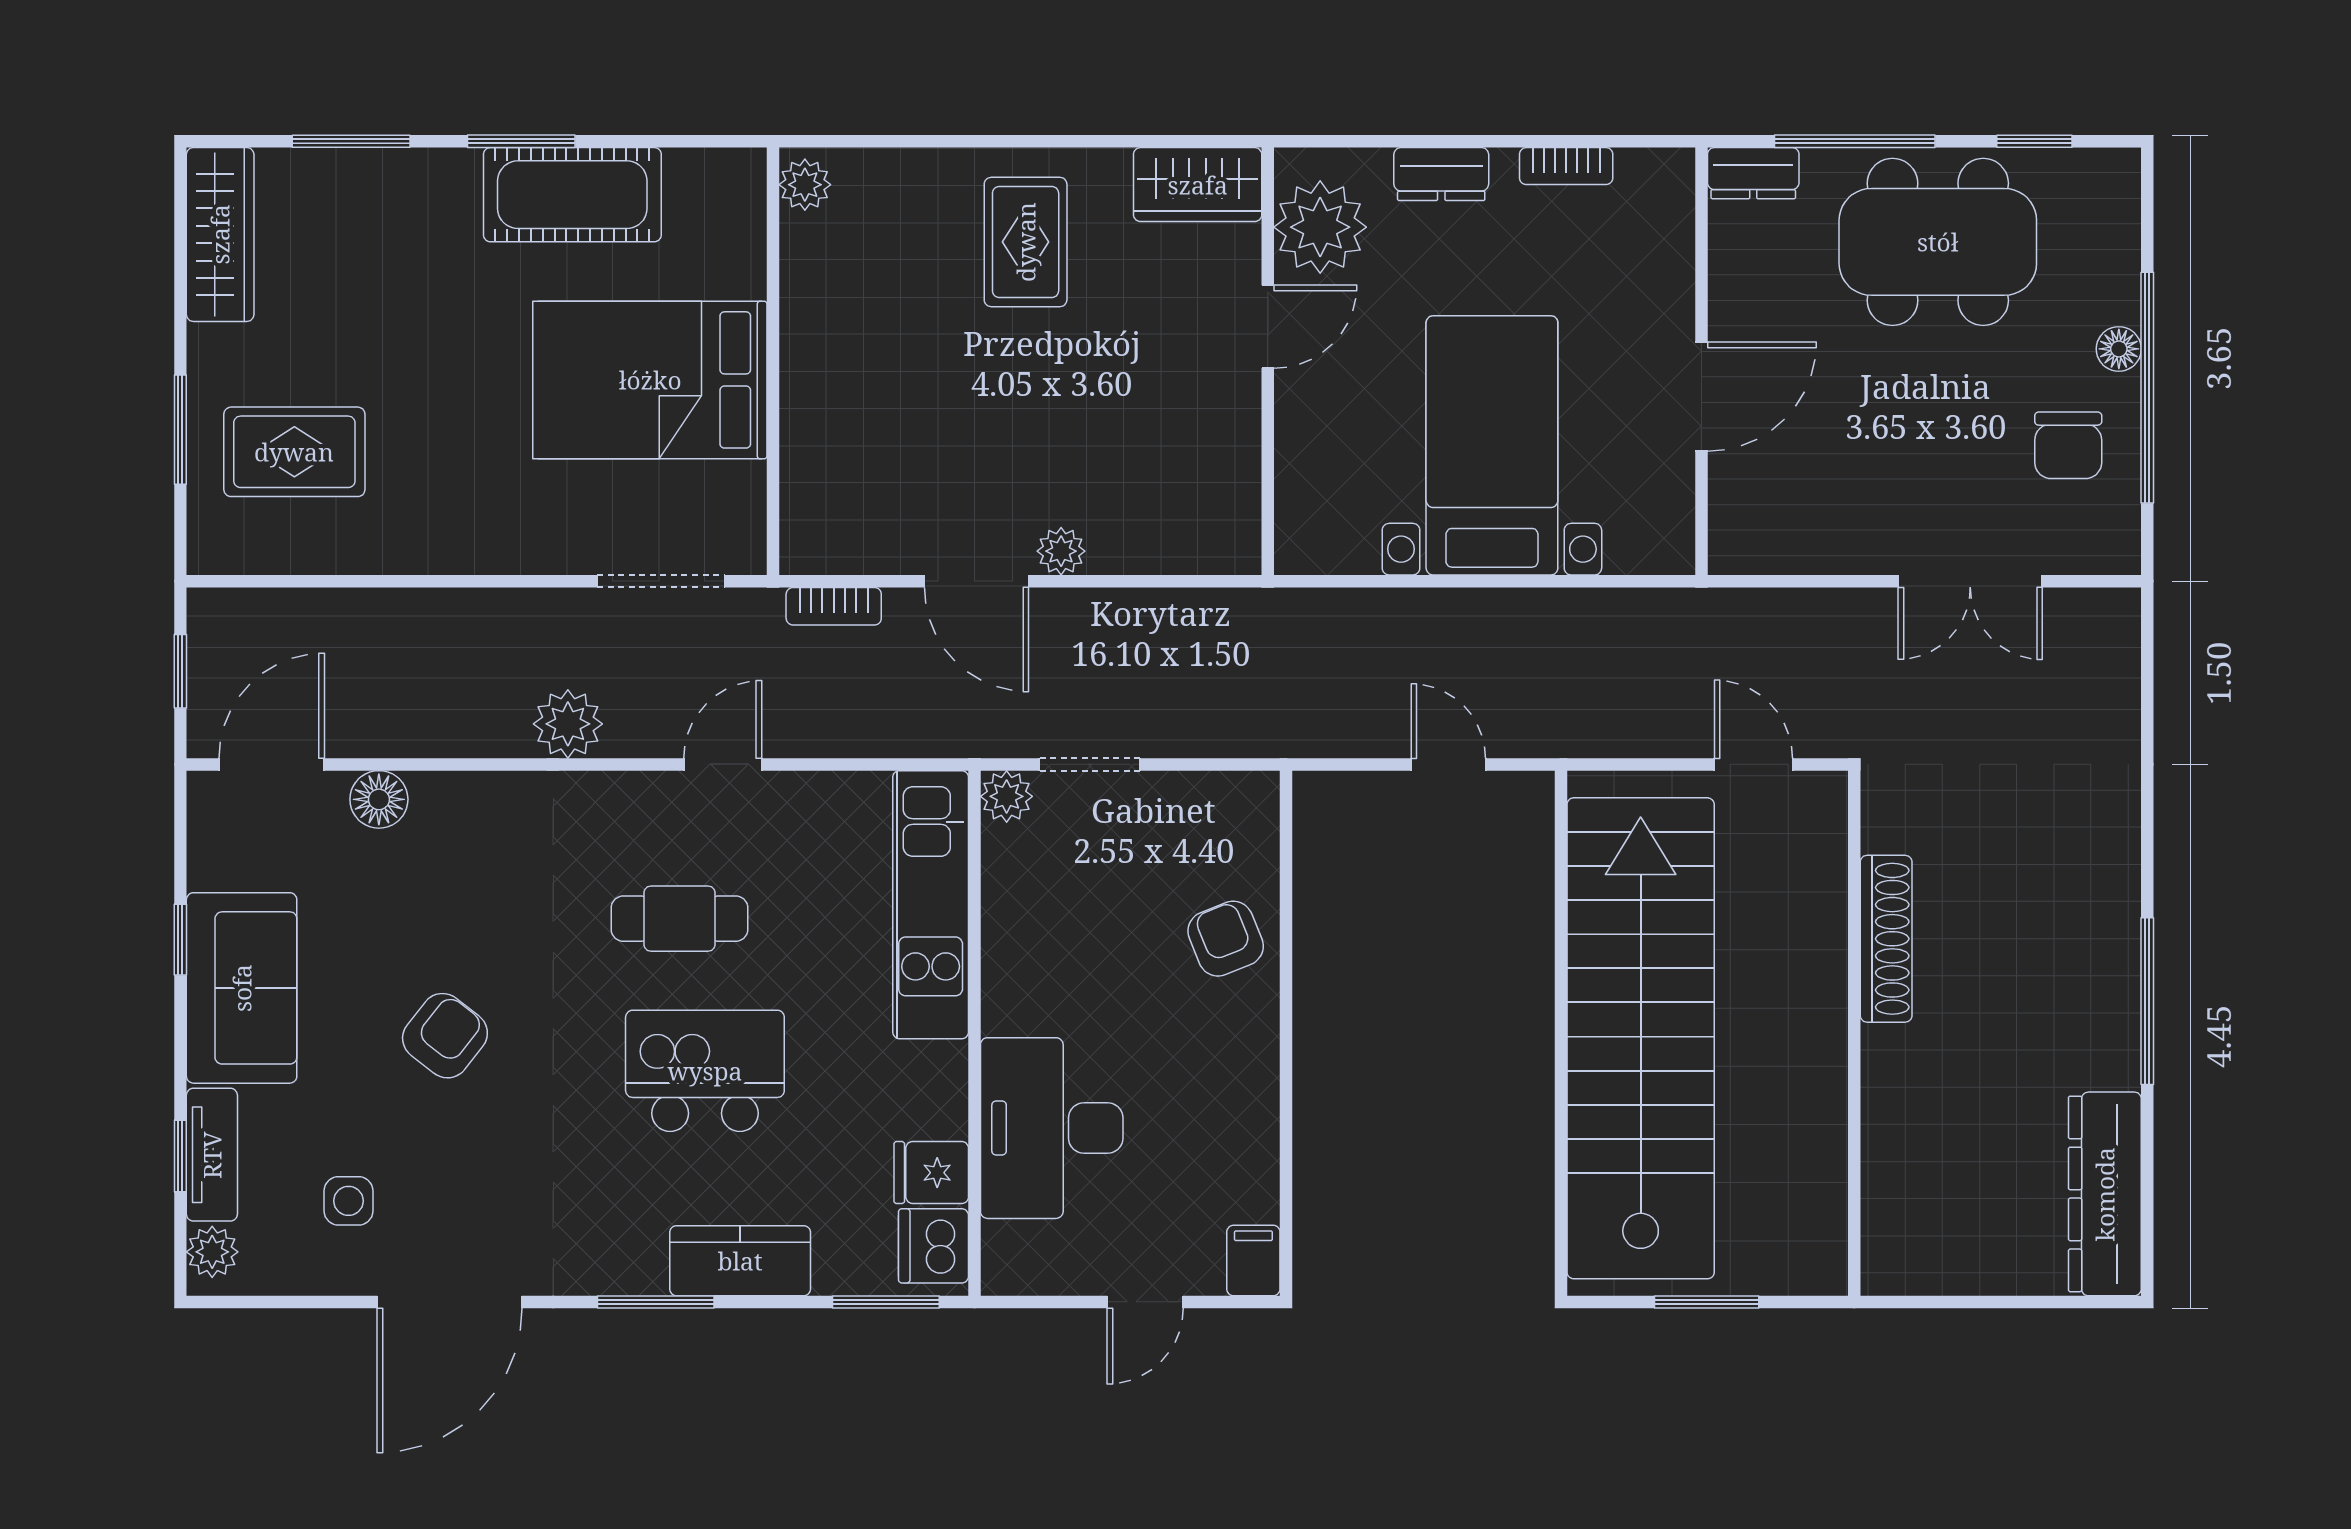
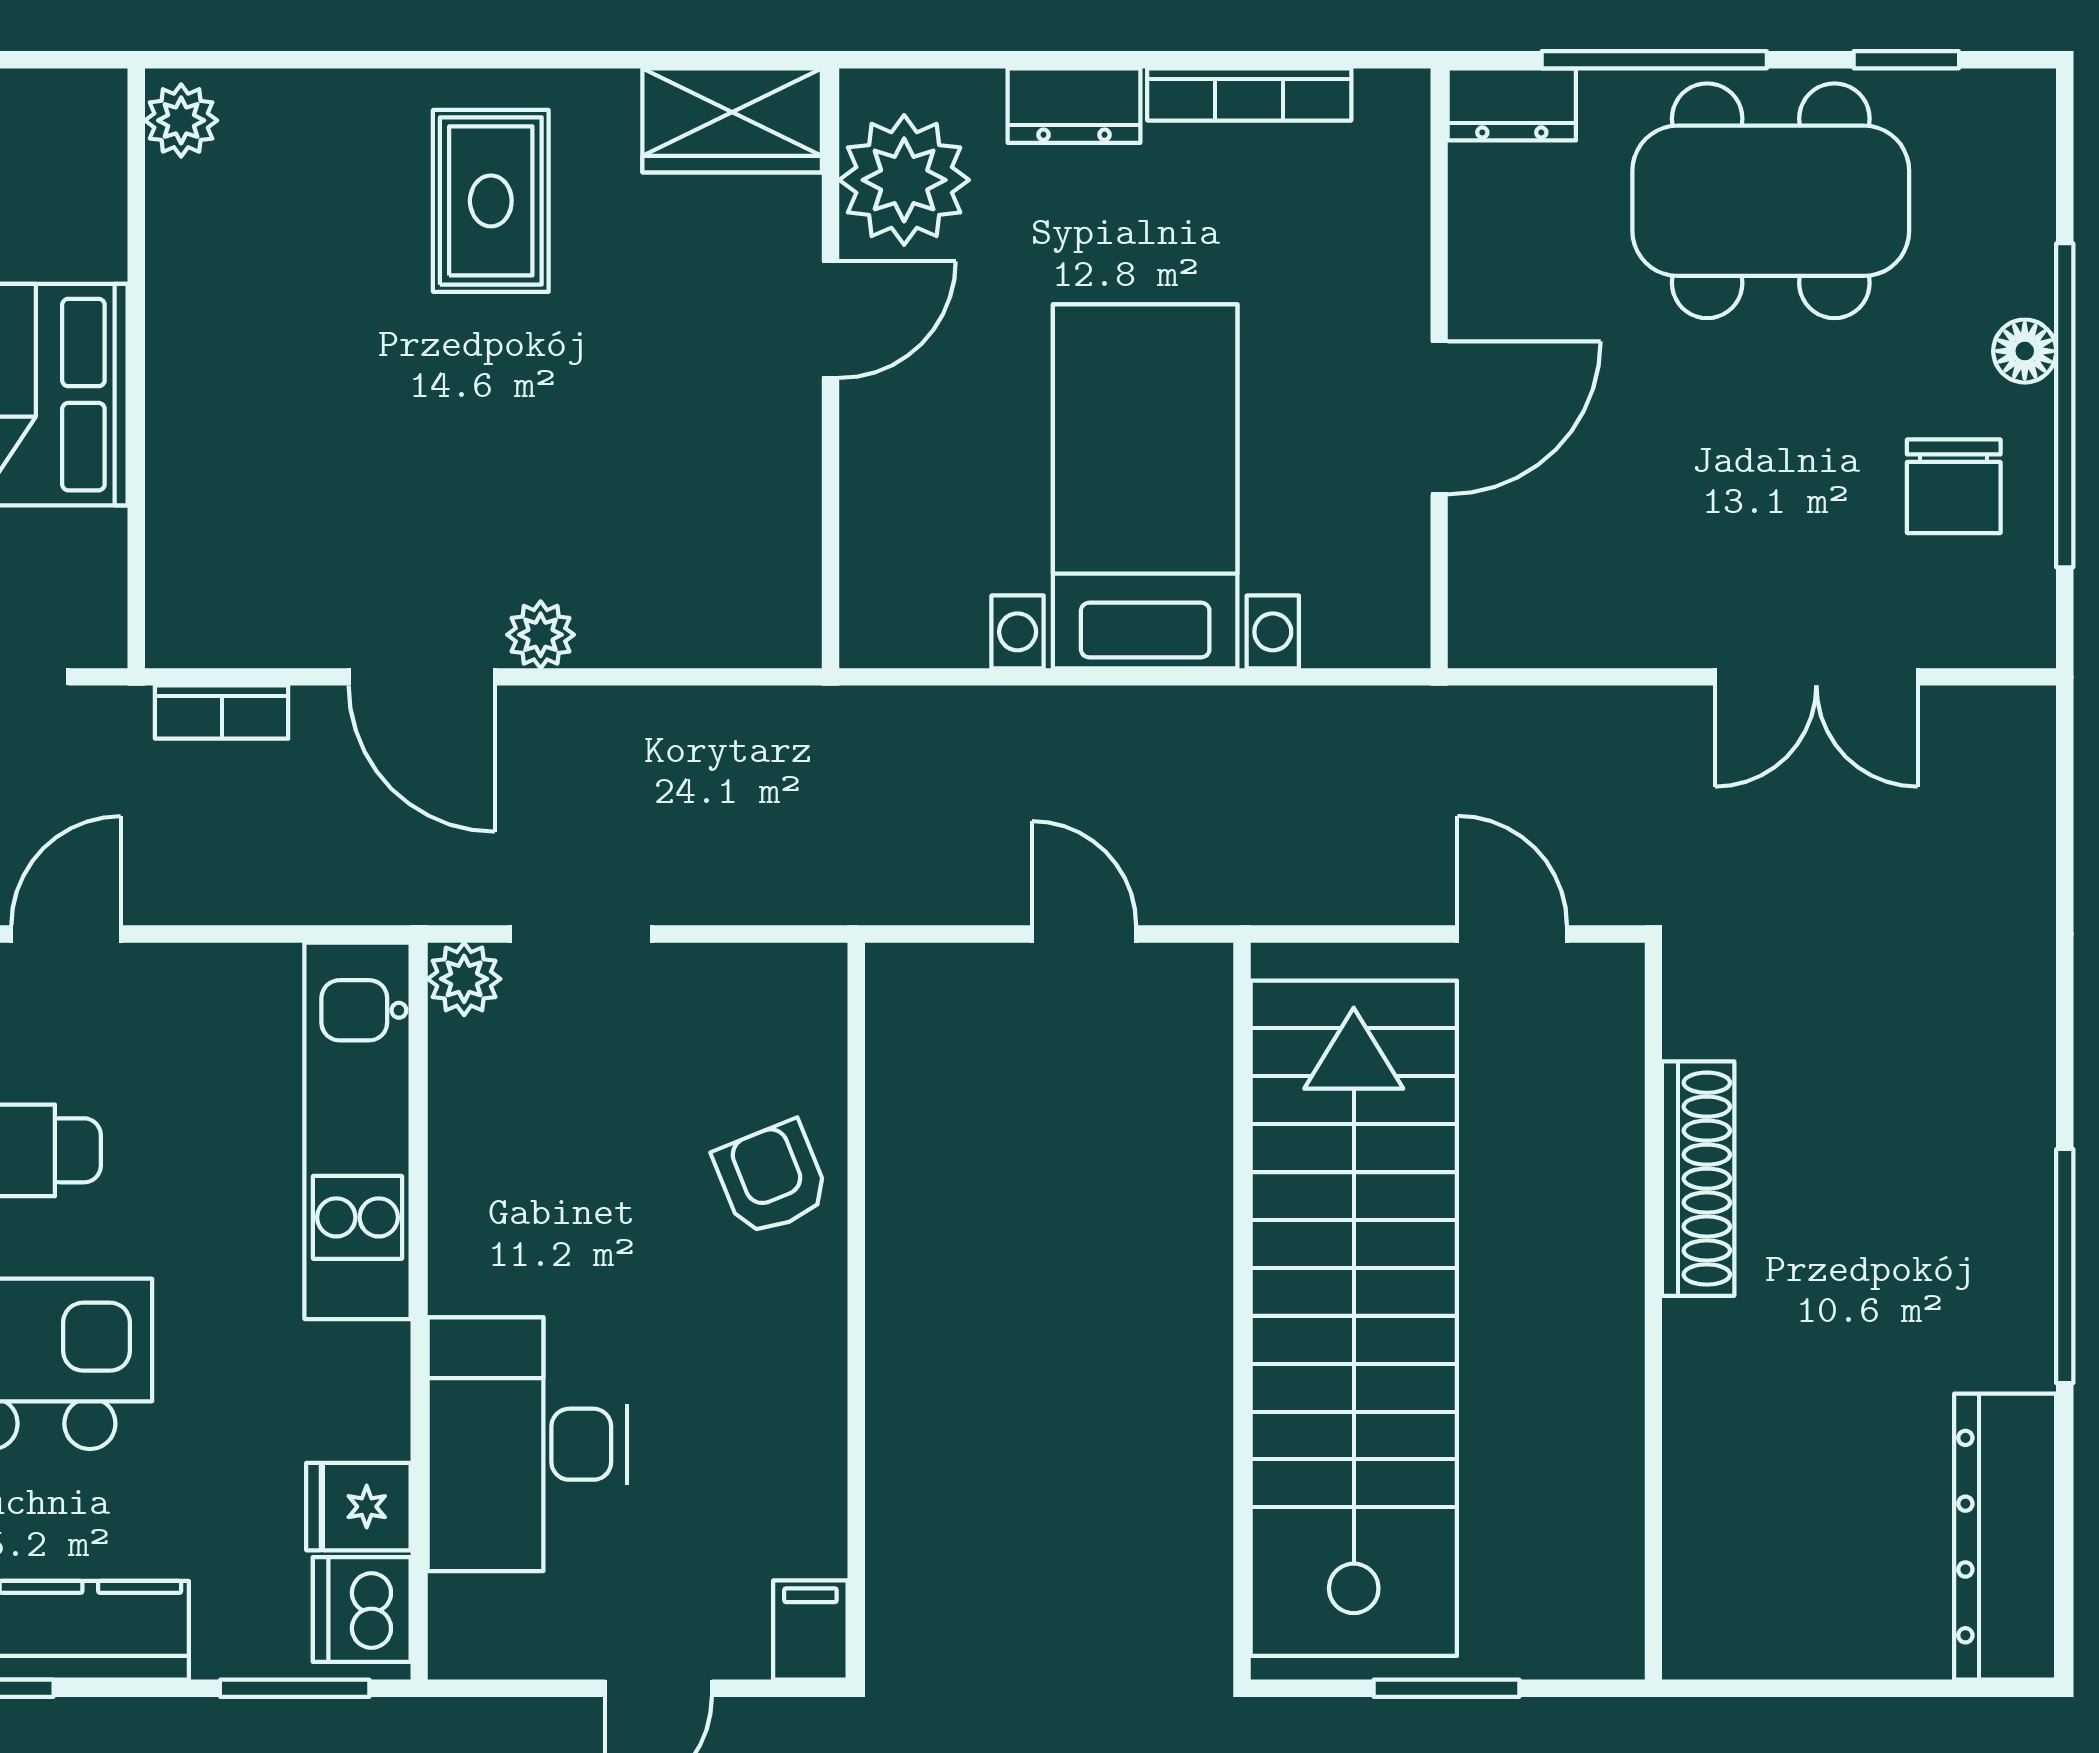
bookcase: (1566, 166) -> (1249, 94), width x1.56

